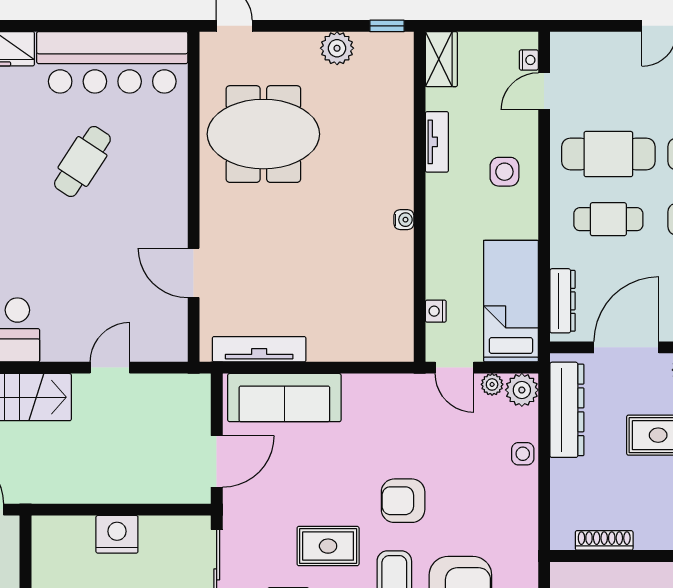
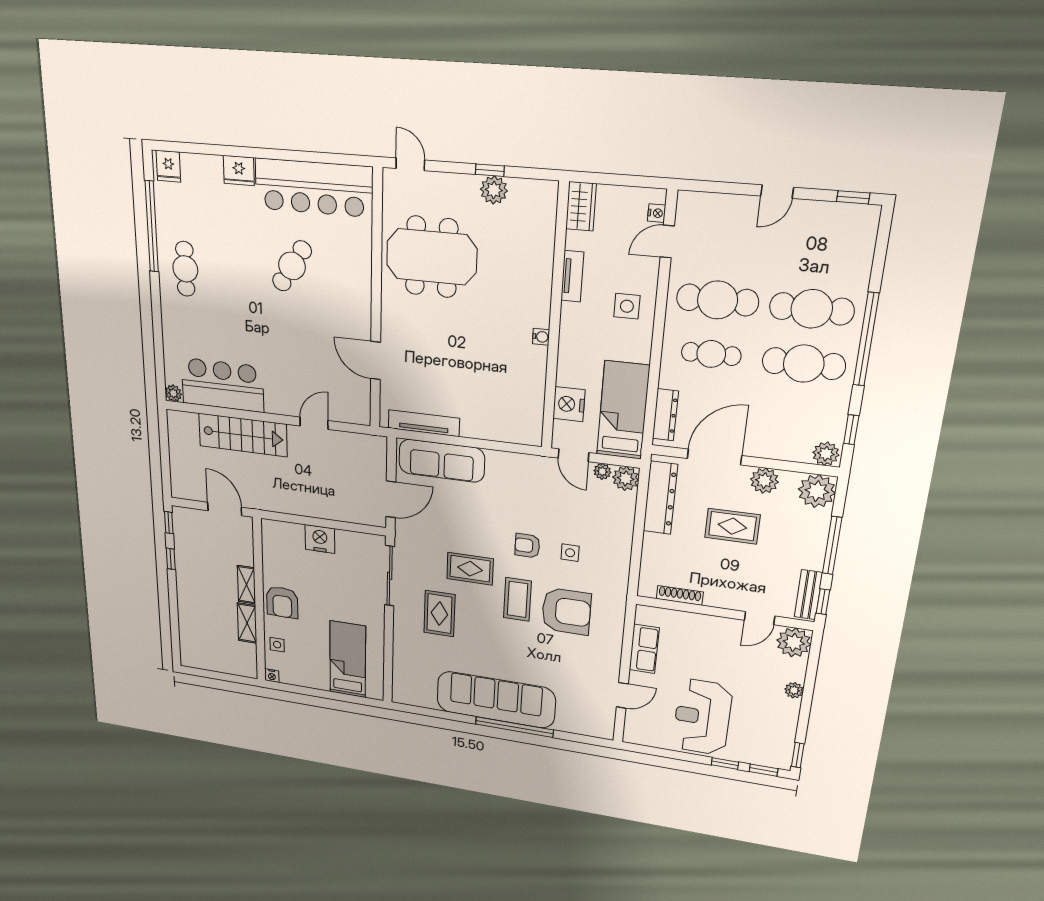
window: (387, 26) -> (490, 170), moved
nightstand: (436, 311) -> (569, 404), width x1.89, depth x1.79
side table: (523, 454) -> (570, 553), moved
armchair: (403, 501) -> (527, 546), width x0.72, depth x0.72

